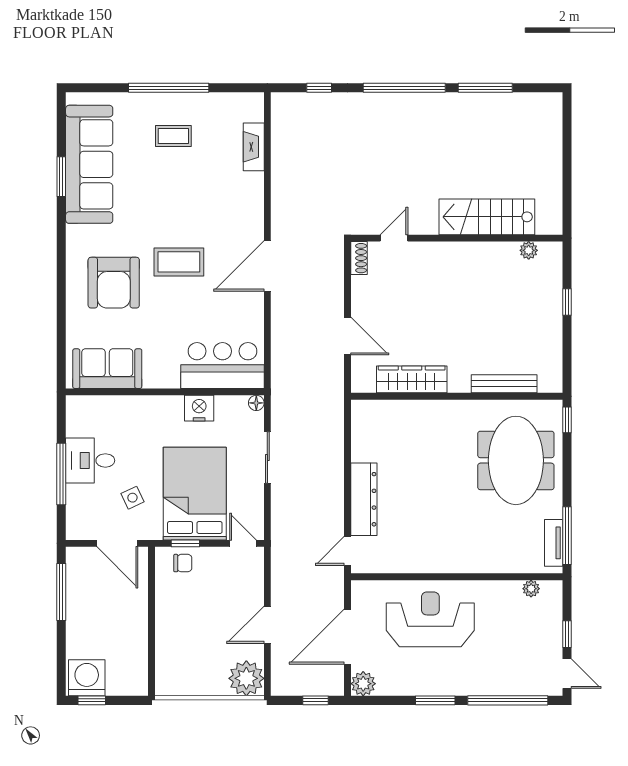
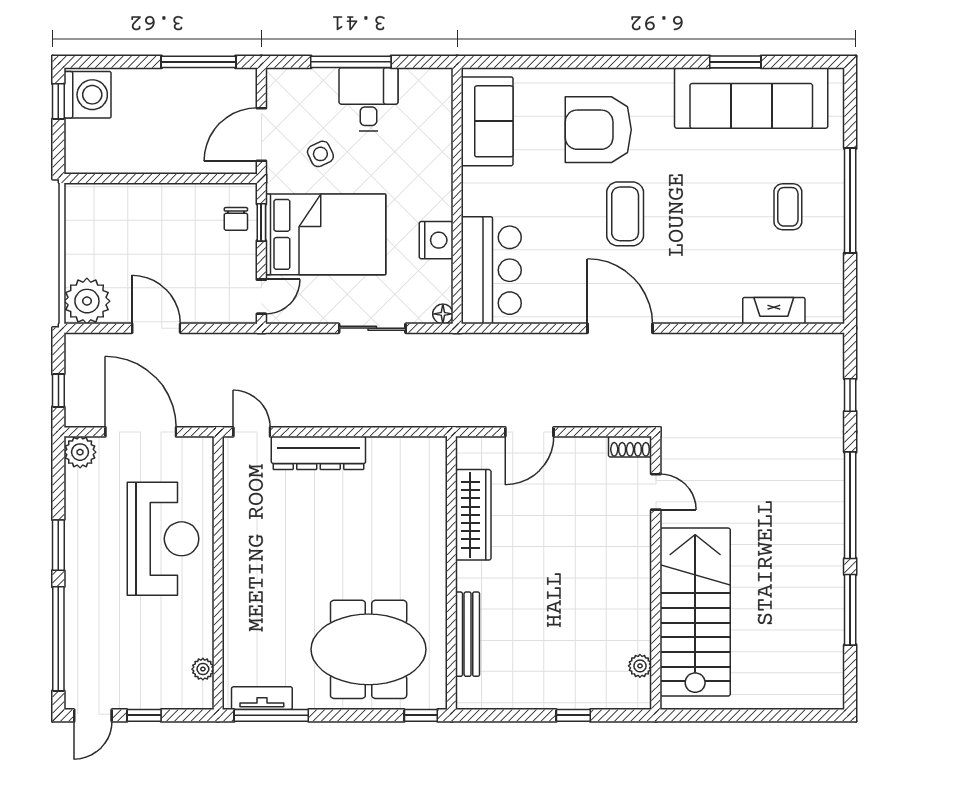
stairs: (487, 217) -> (695, 612), width x1.36, depth x1.51

